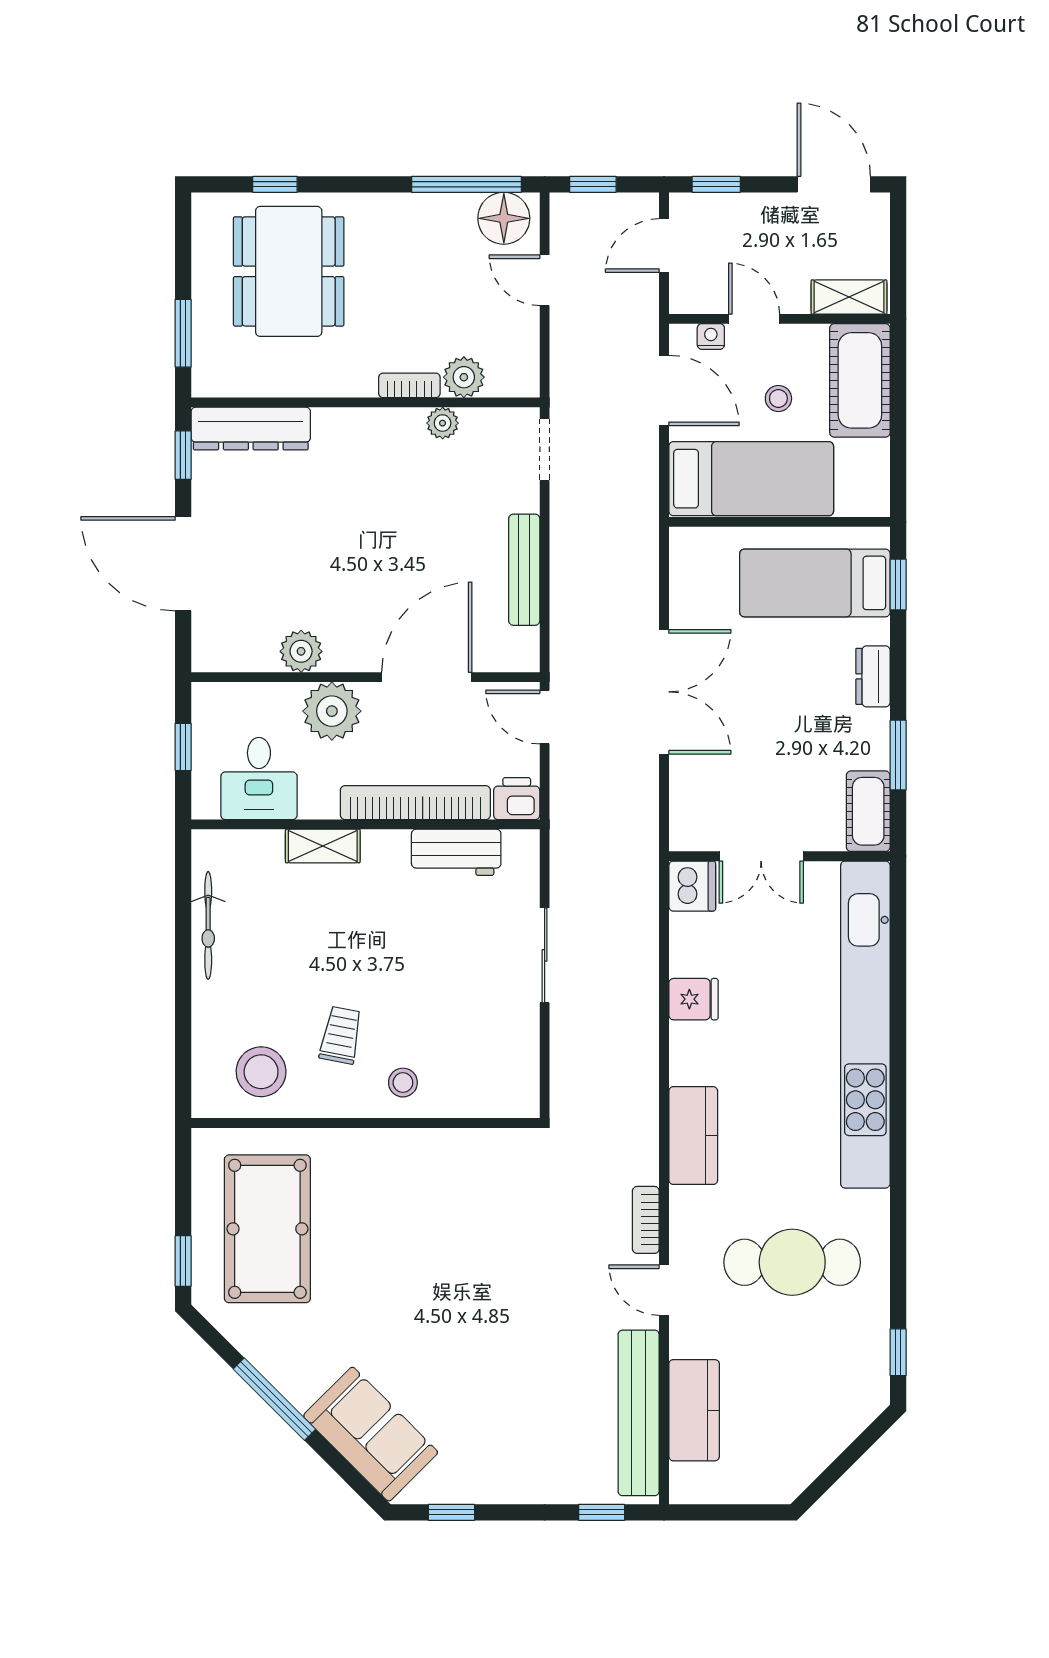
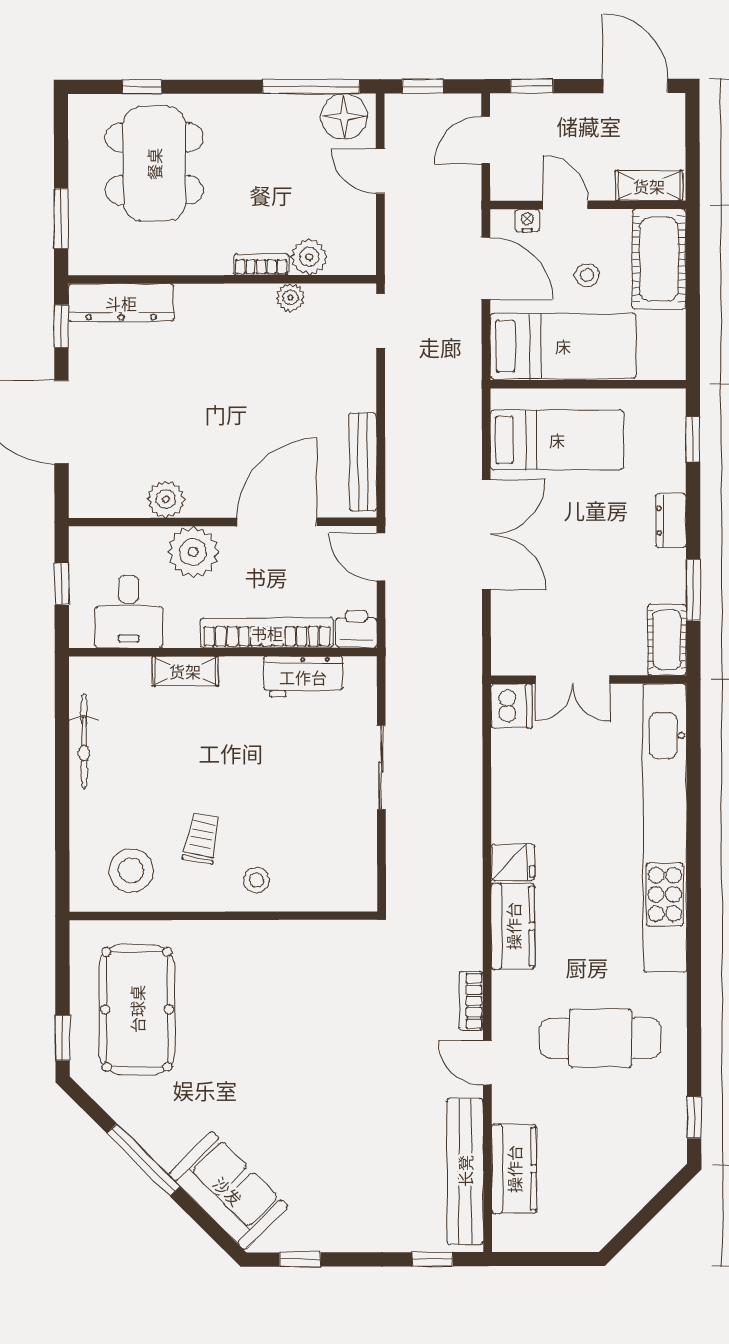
bench: (524, 570) -> (363, 462), moved
bed: (815, 583) -> (557, 440), moved, turned 180
fridge: (693, 999) -> (513, 862), moved

